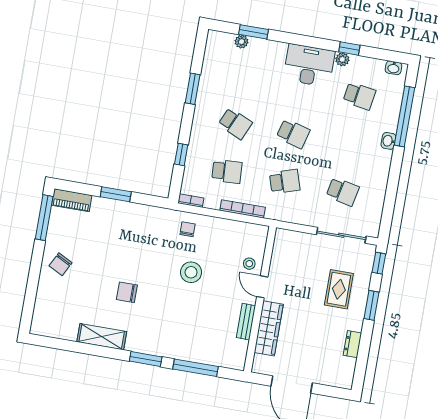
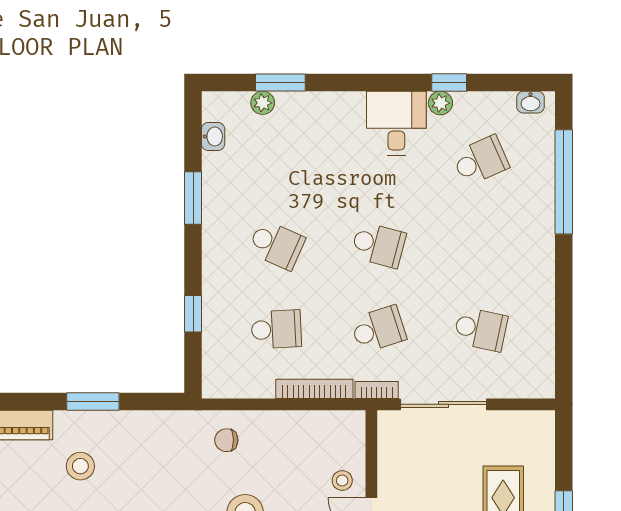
desk: (309, 65) -> (396, 123), width x0.73
school desk: (359, 96) -> (481, 160), turned -33
washbasin: (388, 141) -> (213, 136), moved, turned 180
bookcase: (191, 201) -> (377, 390), moved
chair: (188, 229) -> (226, 440), turned -90
stool: (102, 230) -> (80, 466), added
sliding door: (341, 235) -> (443, 404), moved
window: (379, 263) -> (564, 441), removed

